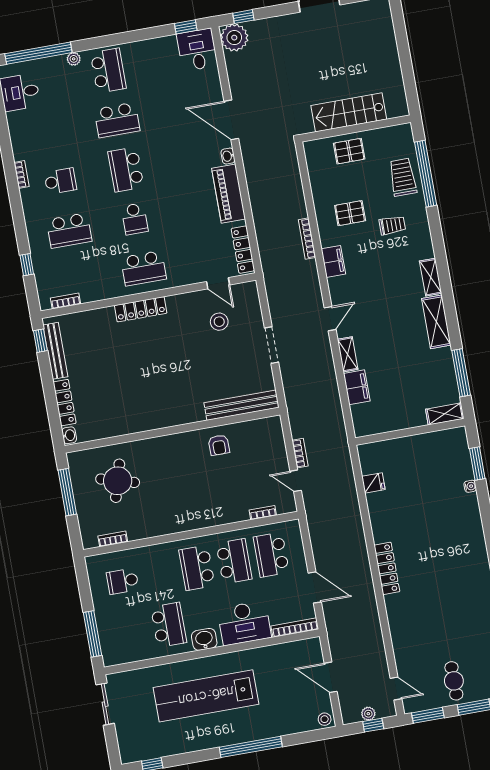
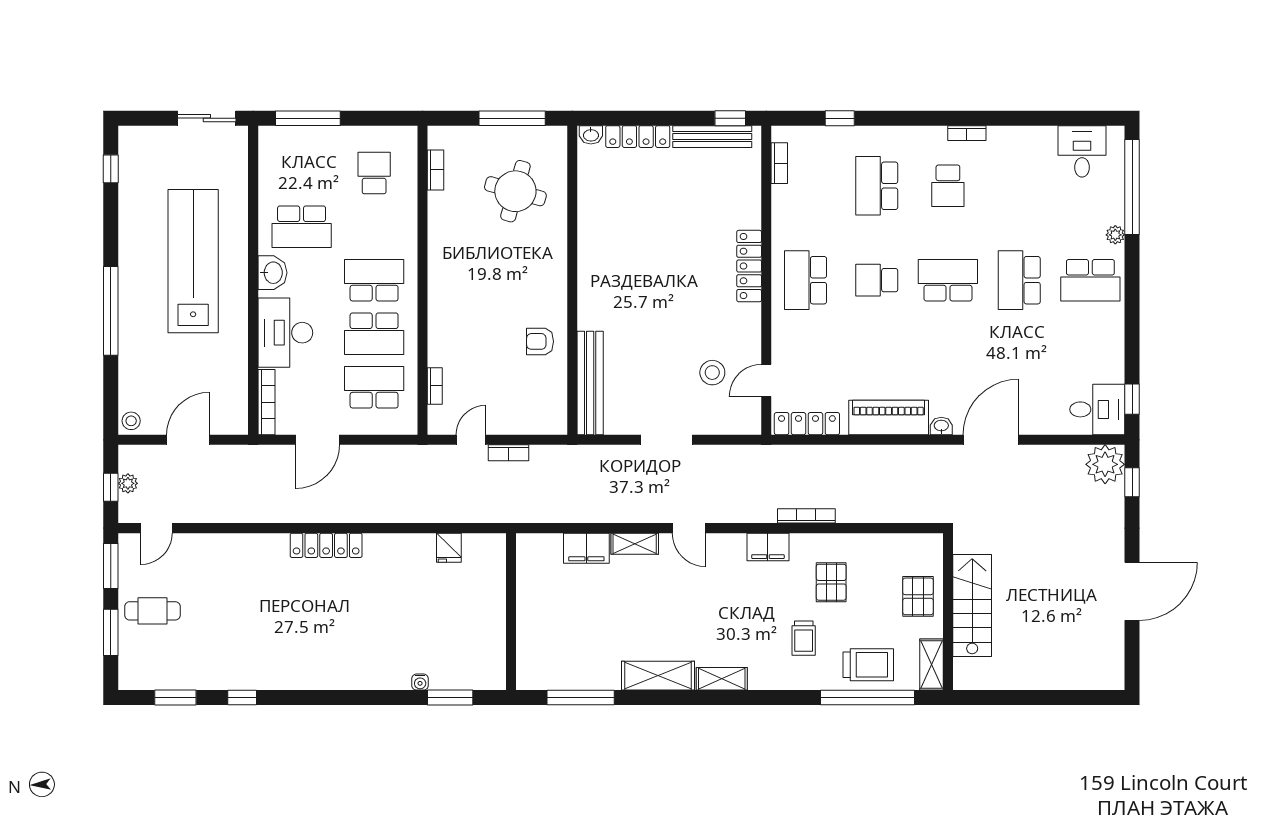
shelving: (445, 414) -> (931, 665), moved

